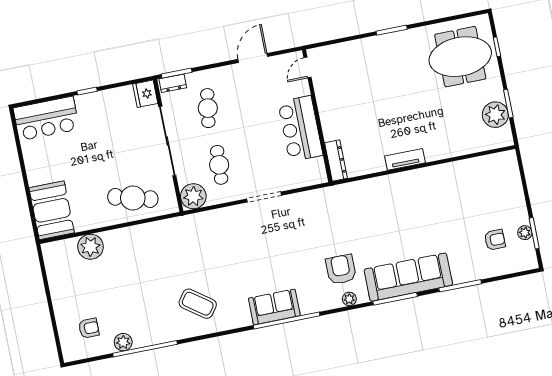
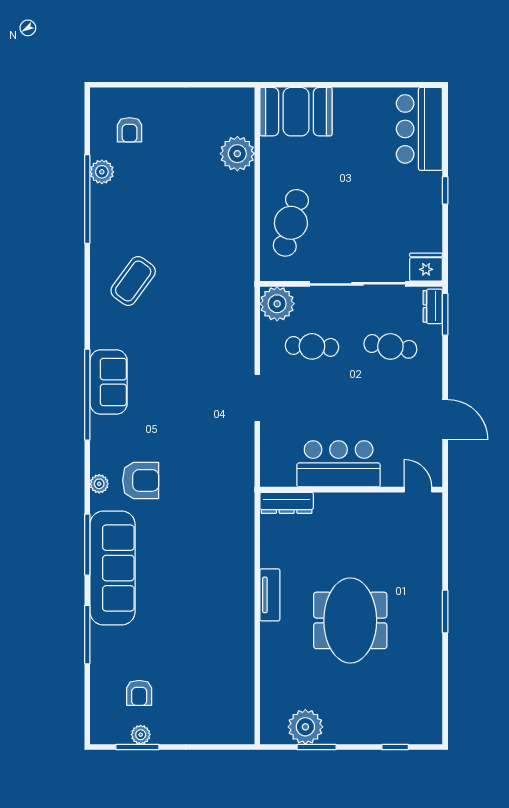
meeting table: (460, 57) -> (350, 620), moved

